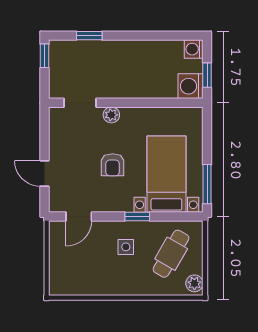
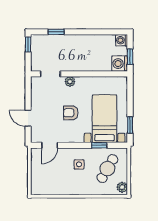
armchair: (113, 165) -> (71, 113), turned 90
window: (207, 184) -> (130, 125), width x0.67
window: (137, 216) -> (99, 145), moved

